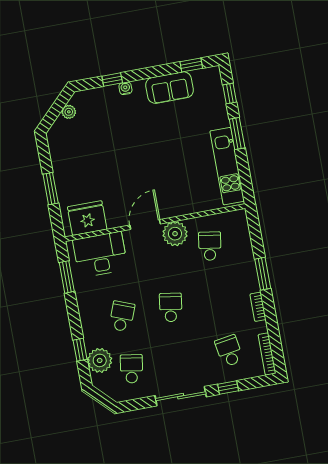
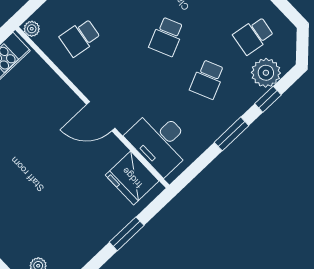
plant: (175, 234) -> (32, 29), moved, width x0.53, depth x0.53
window: (67, 277) -> (231, 134), moved
school desk: (171, 307) -> (167, 37), turned -33
school desk: (122, 316) -> (207, 79), turned -45

